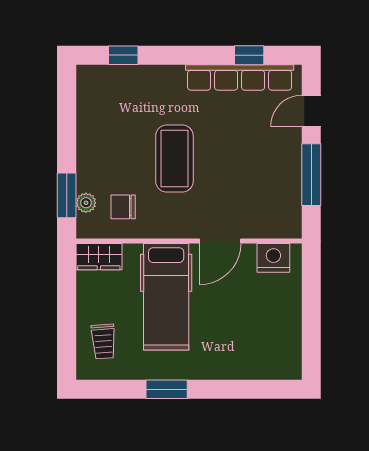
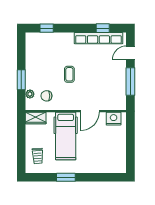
coffee table: (174, 159) -> (69, 74), width x0.54, depth x0.58
window: (67, 195) -> (21, 80), moved

